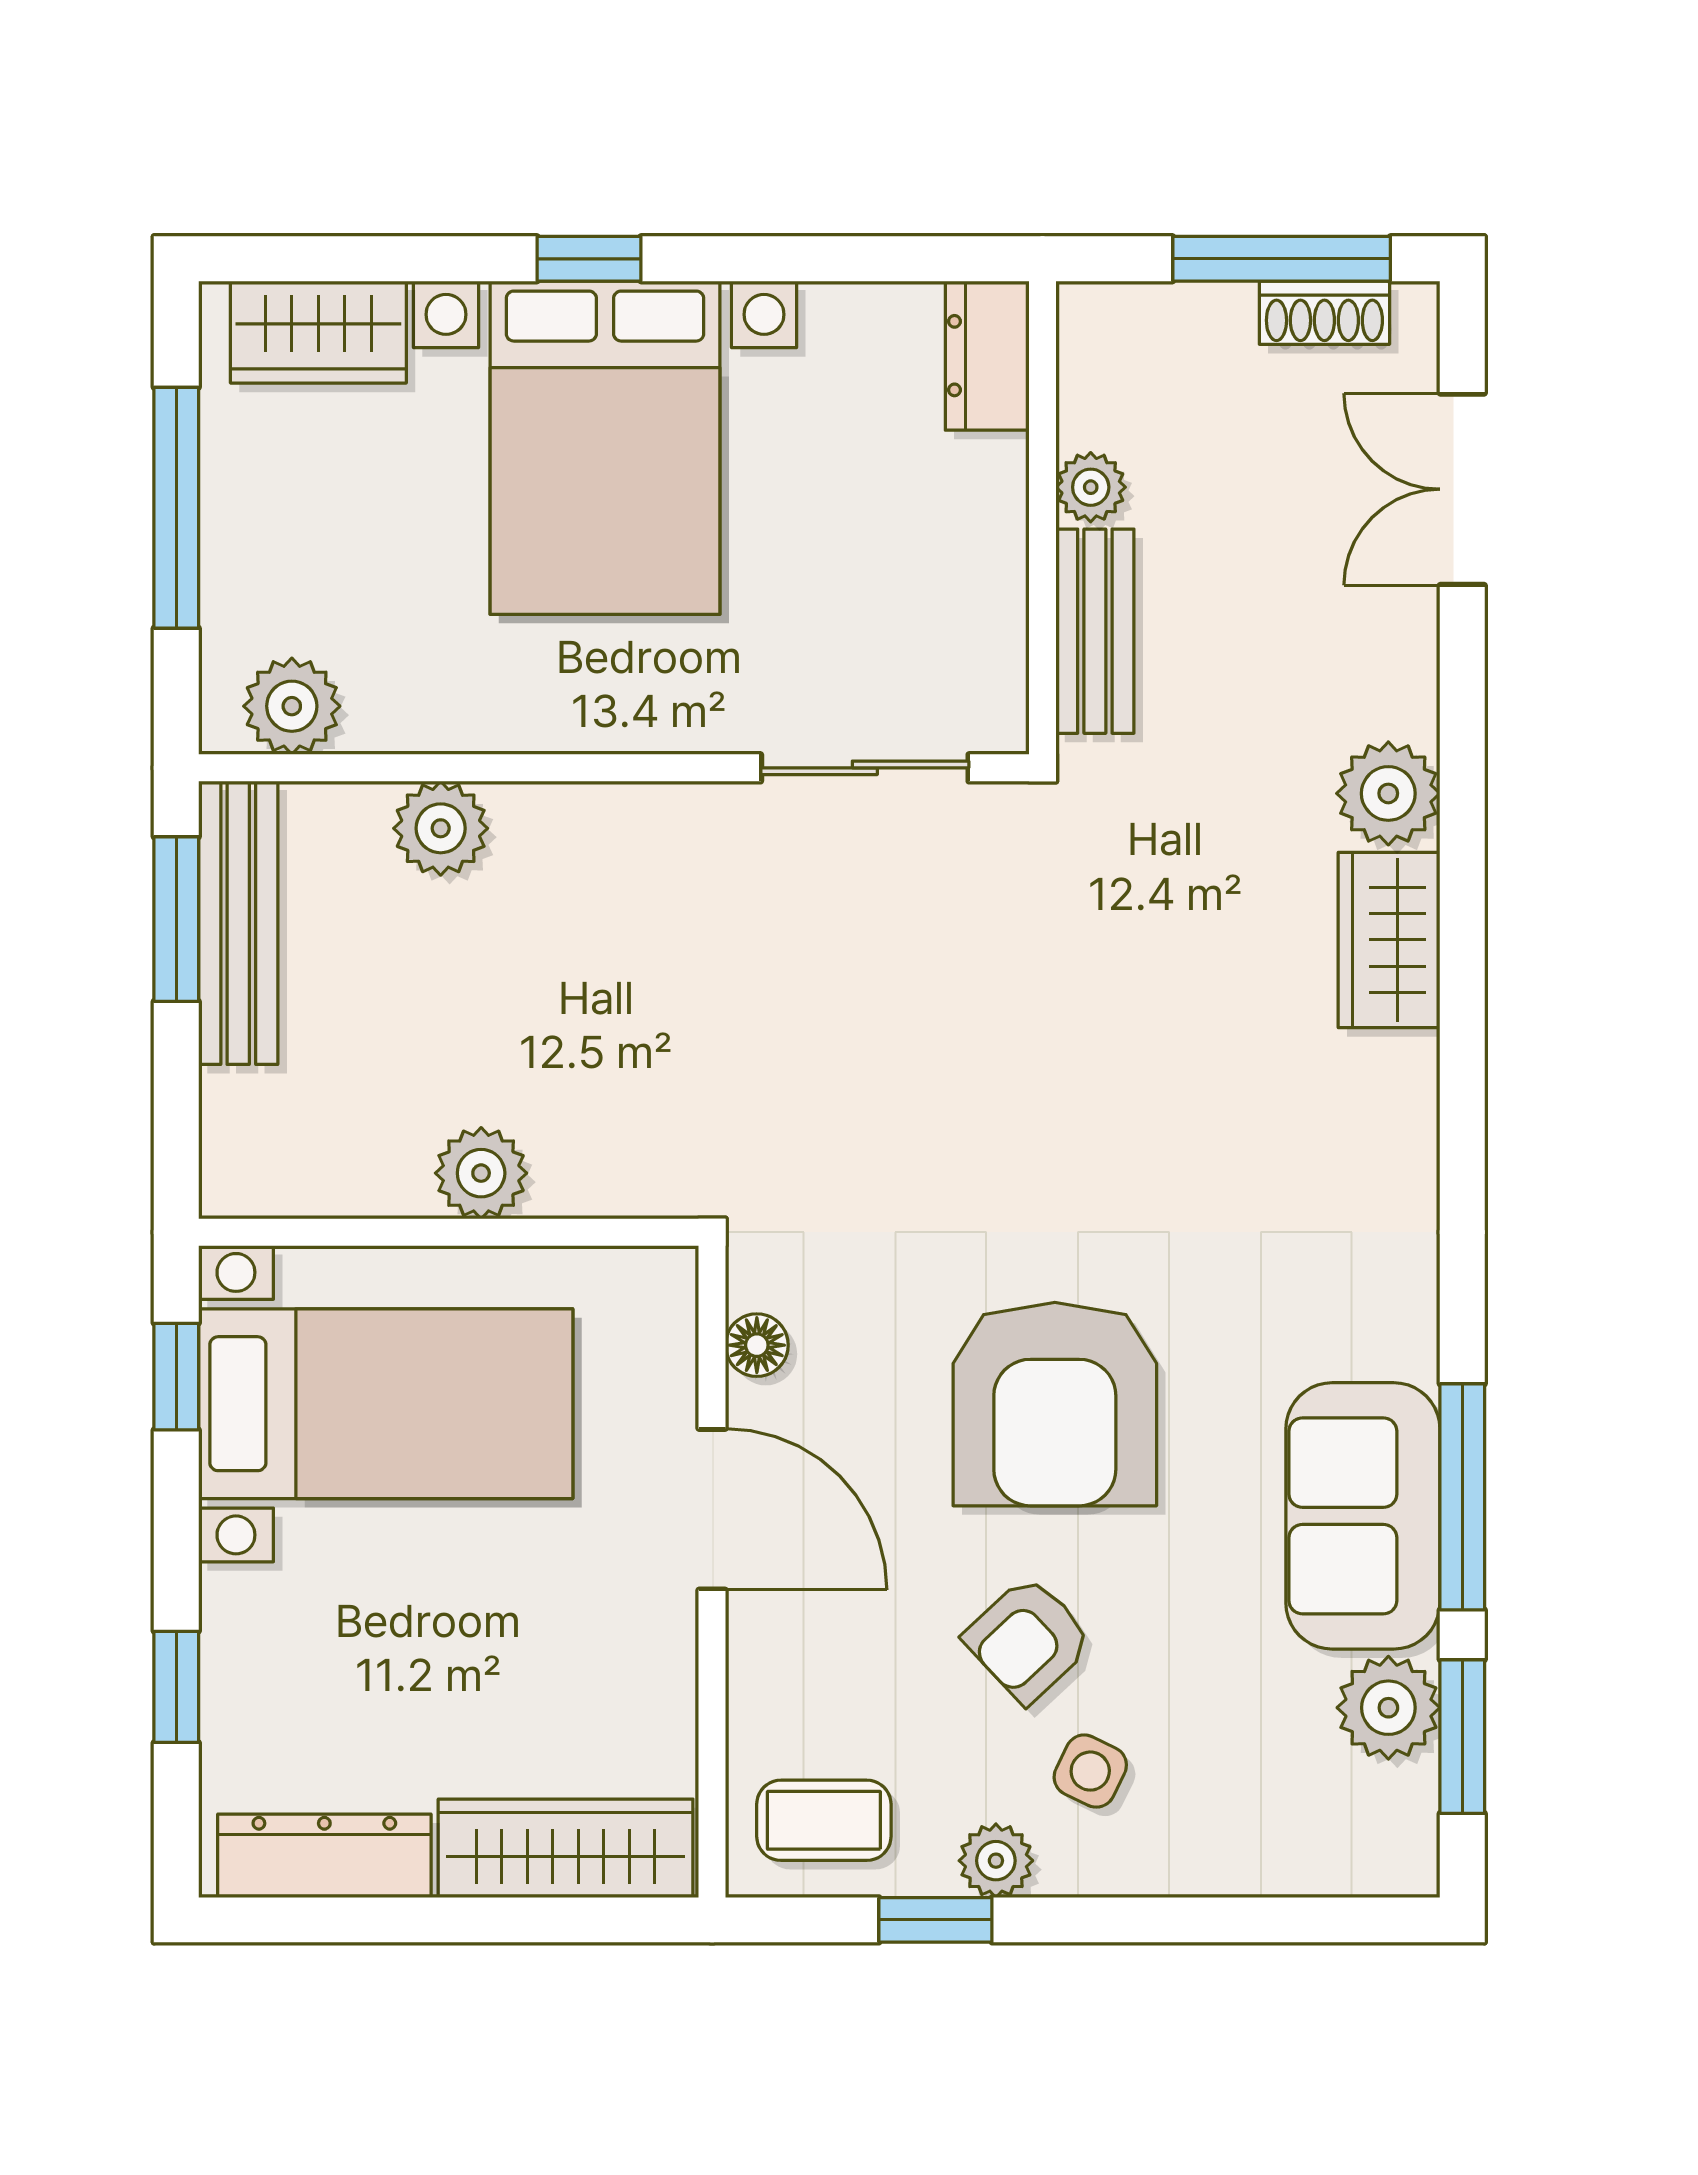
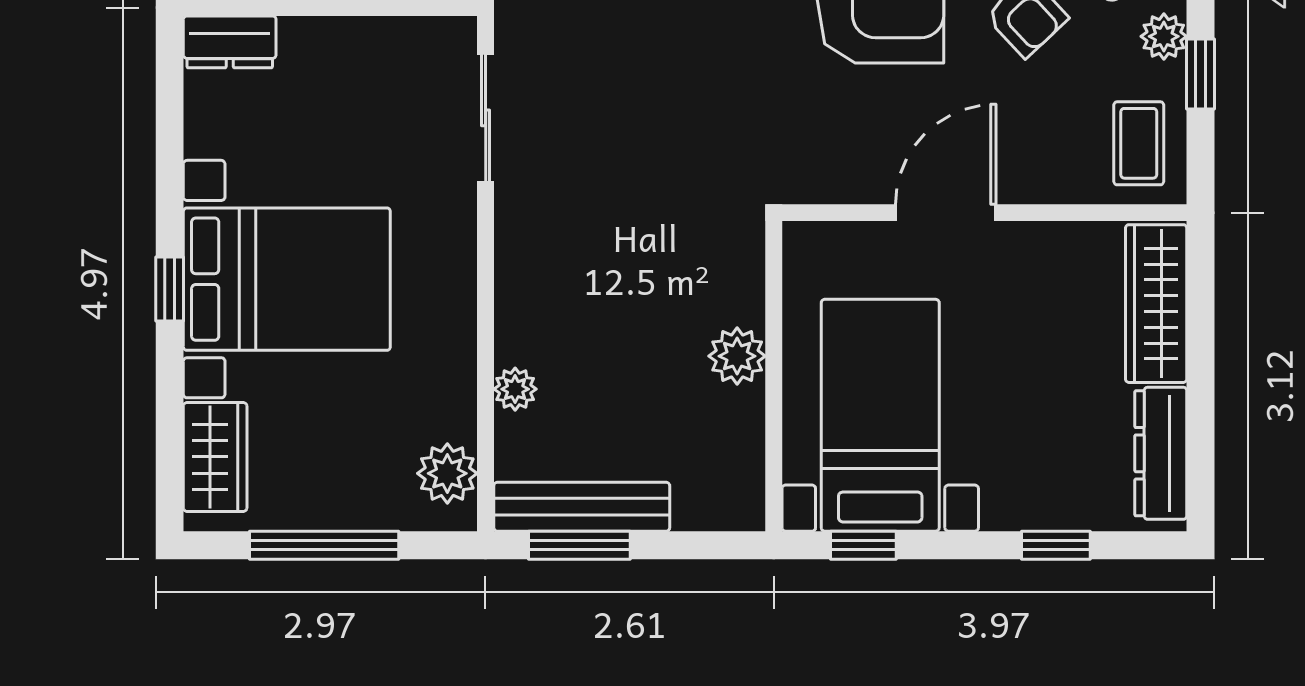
plant: (441, 828) -> (515, 389), width x0.73, depth x0.73
floor lamp: (757, 1345) -> (844, 185), removed

